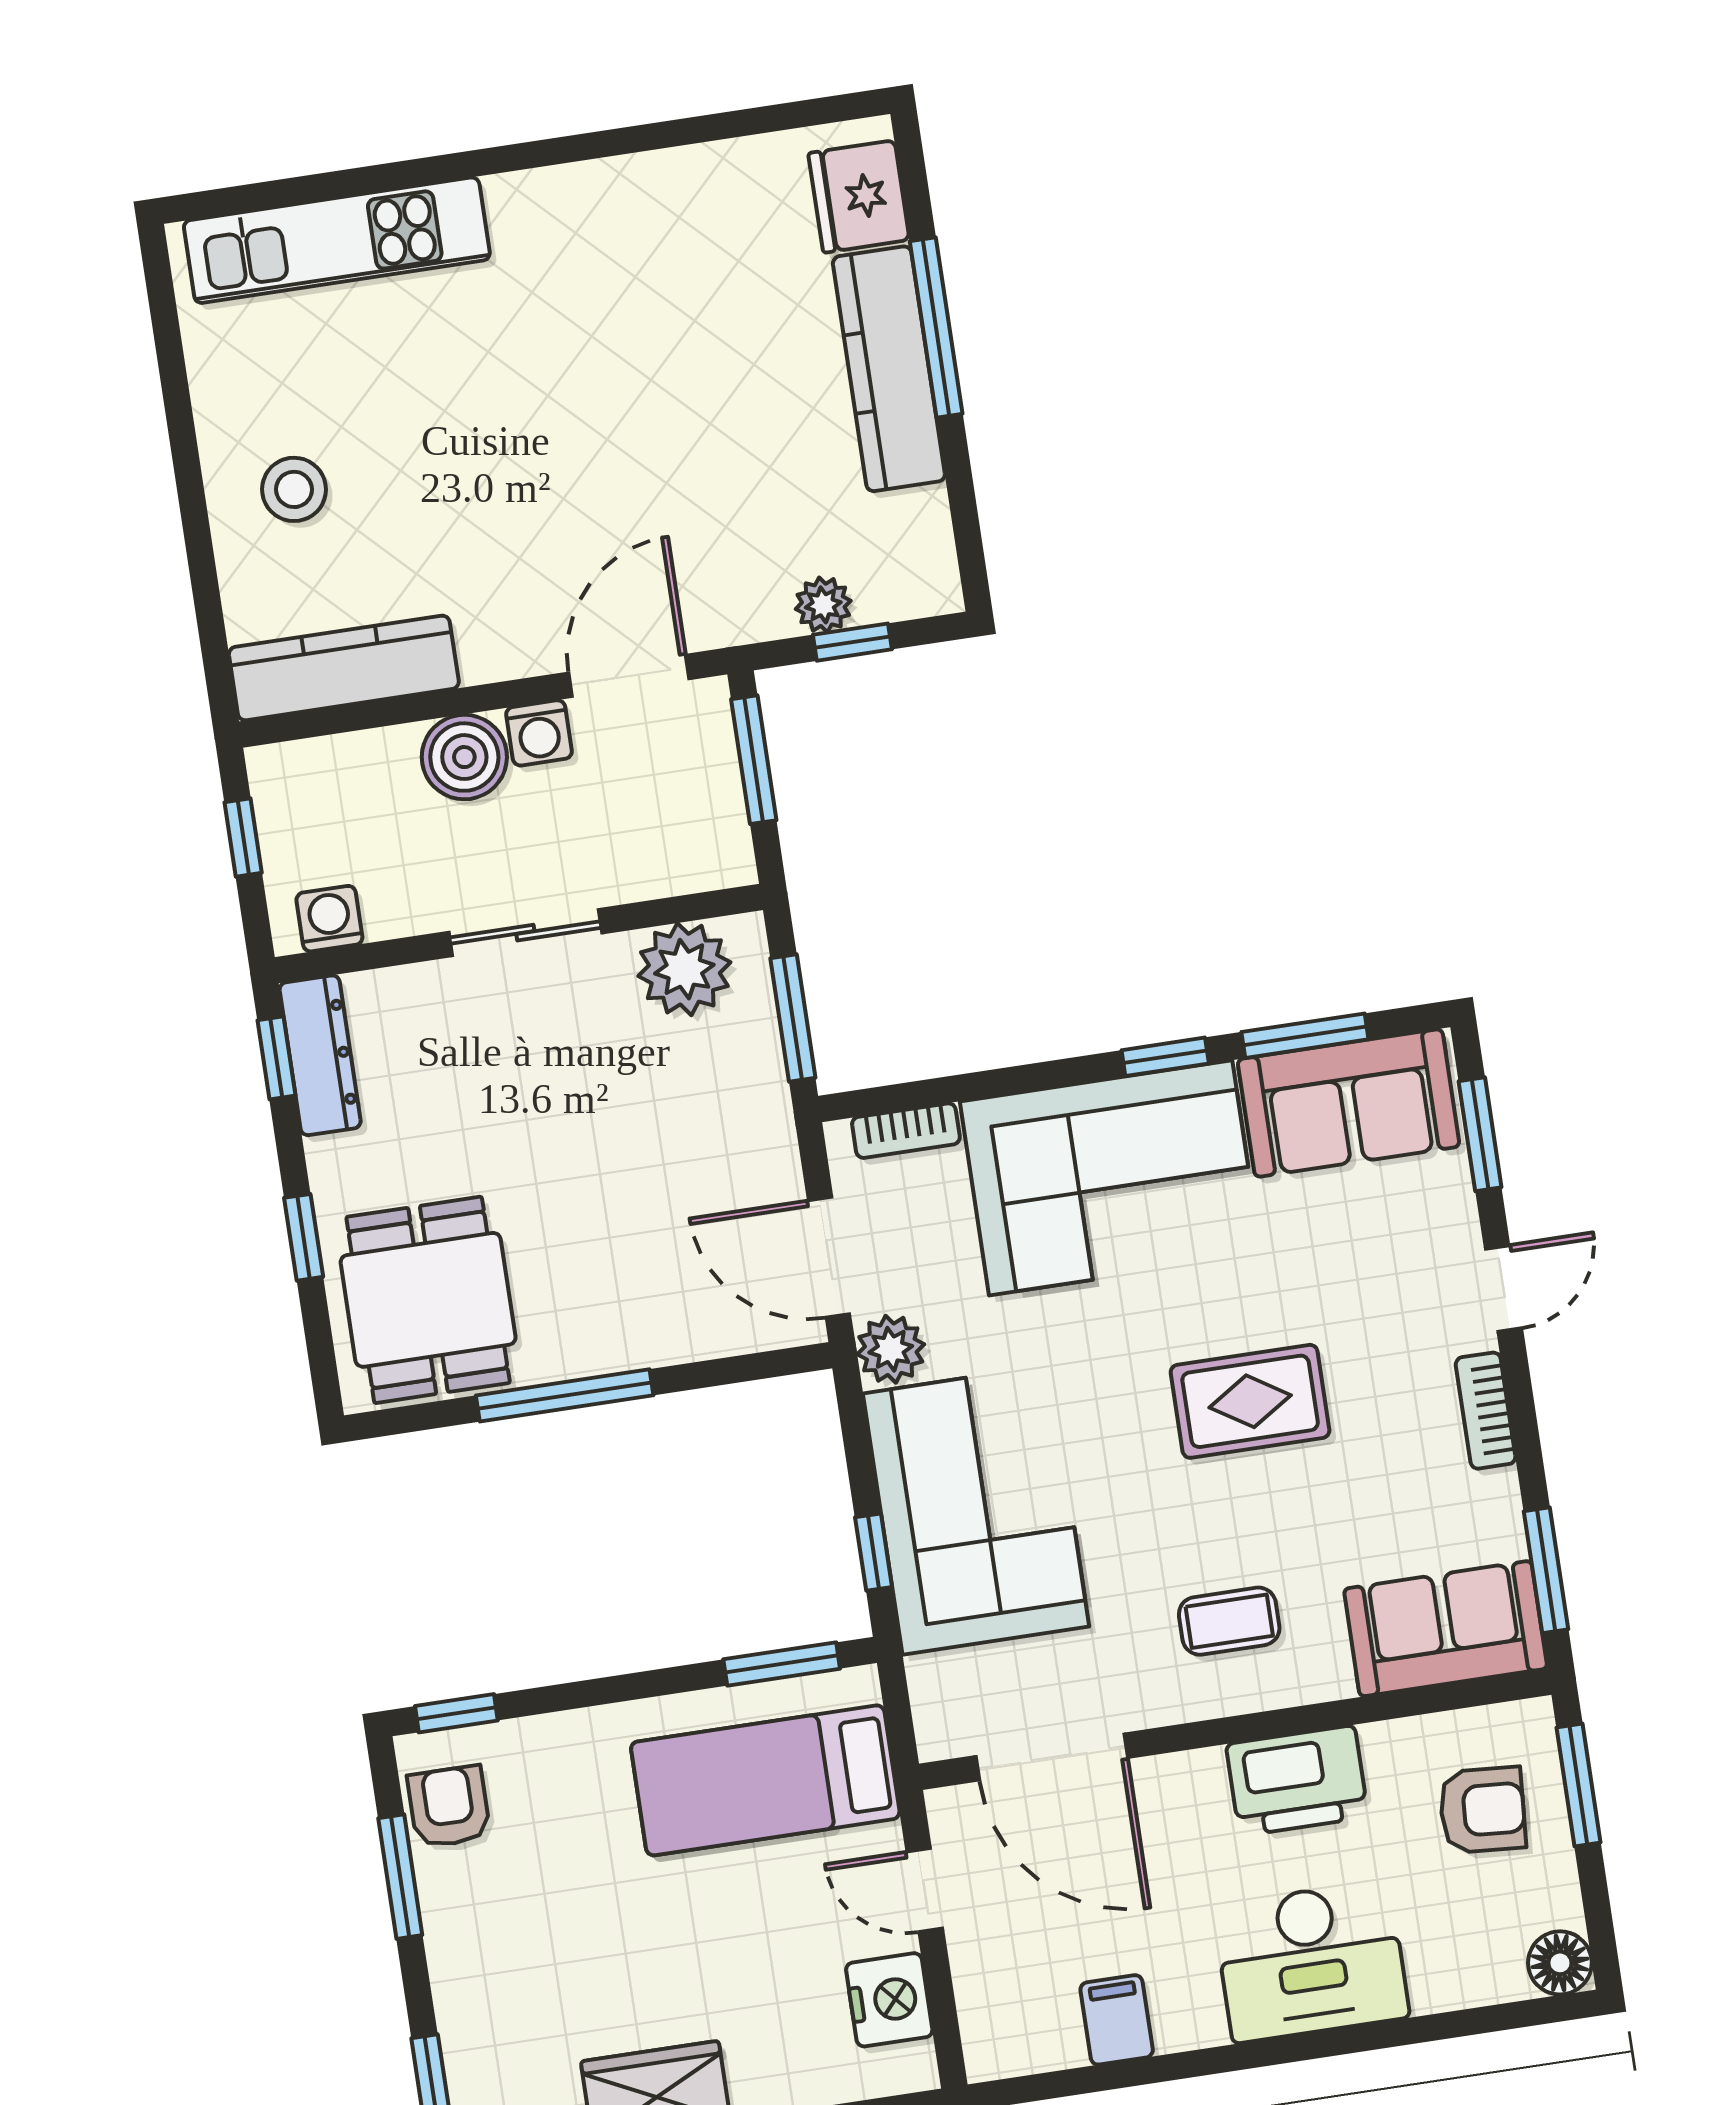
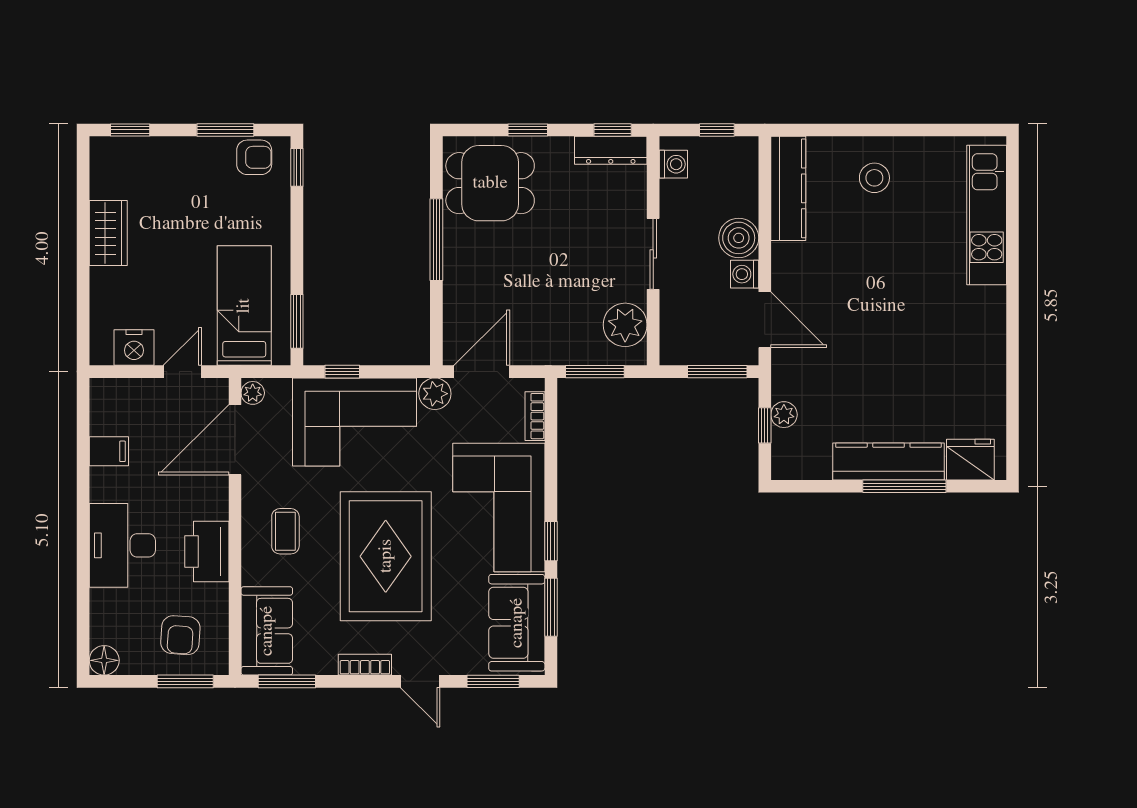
rug: (1250, 1401) -> (386, 556), width x1.86, depth x2.06
plant: (947, 1734) -> (253, 393), added

